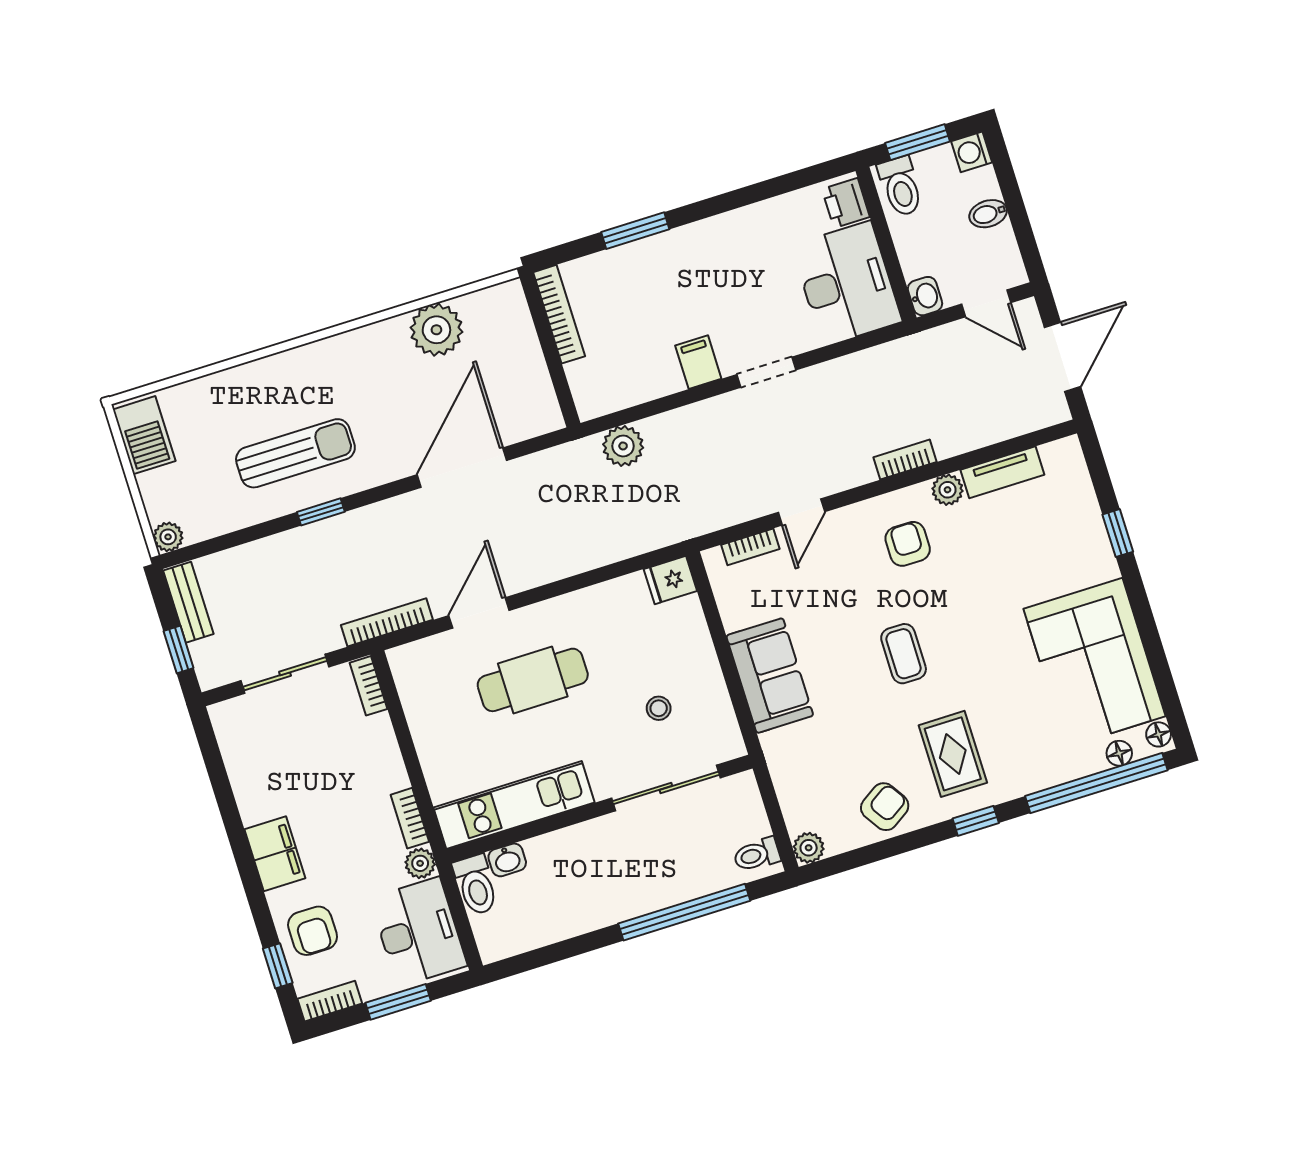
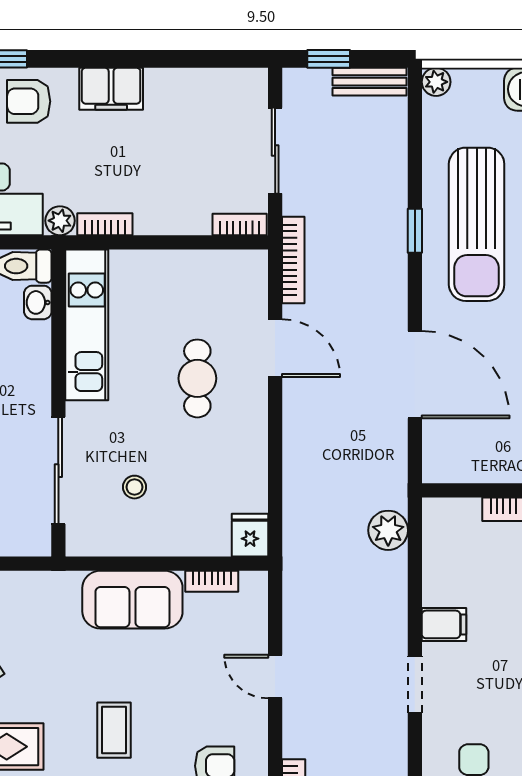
sun lounger: (295, 453) -> (477, 224), width x1.36, depth x1.34
bookcase: (750, 547) -> (212, 581), moved, turned -90
coffee table: (904, 654) -> (114, 730), turned 90
cafe table: (533, 680) -> (197, 378), width x0.73, depth x0.74

